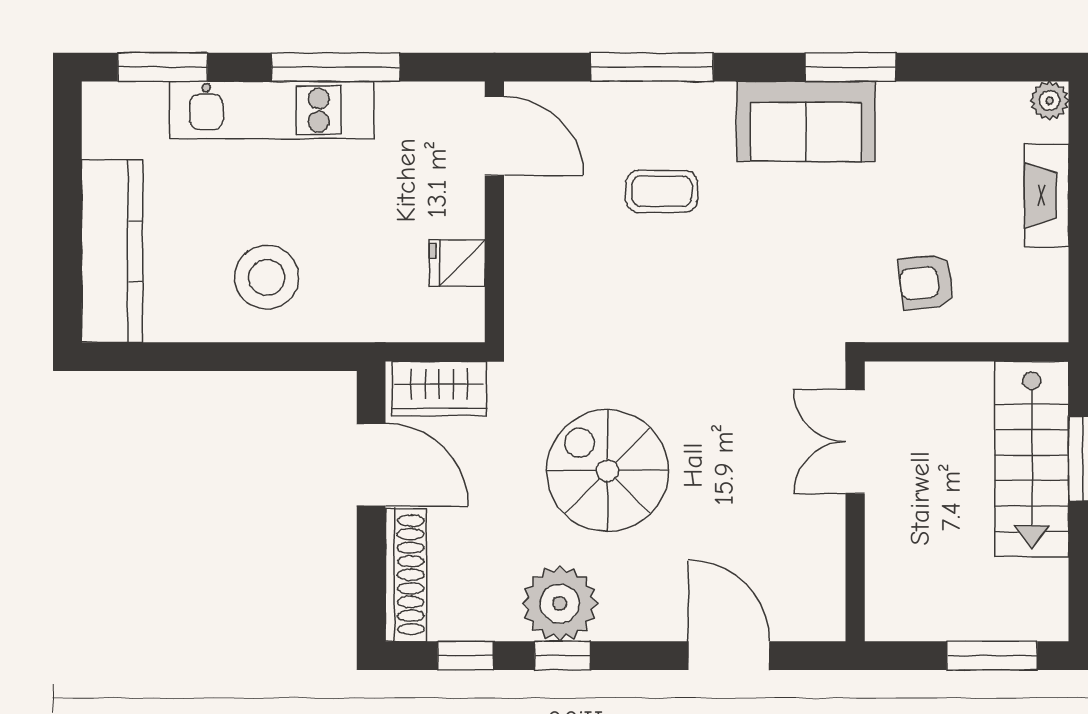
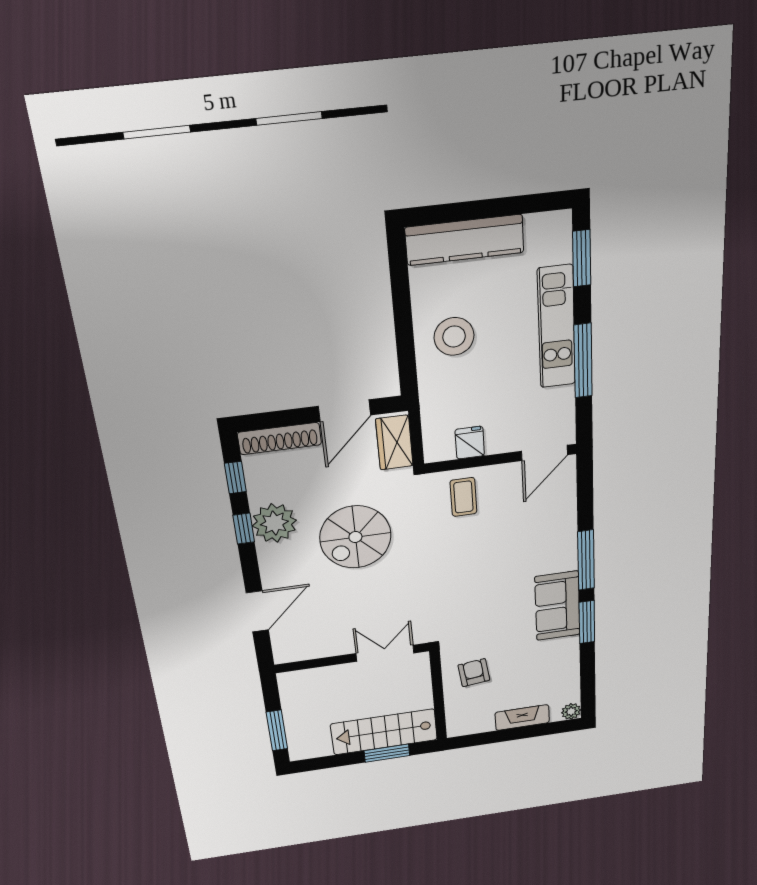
window: (652, 67) -> (586, 560), moved
coffee table: (662, 191) -> (463, 497), moved
spiral stairs: (607, 471) -> (355, 537), turned 180

